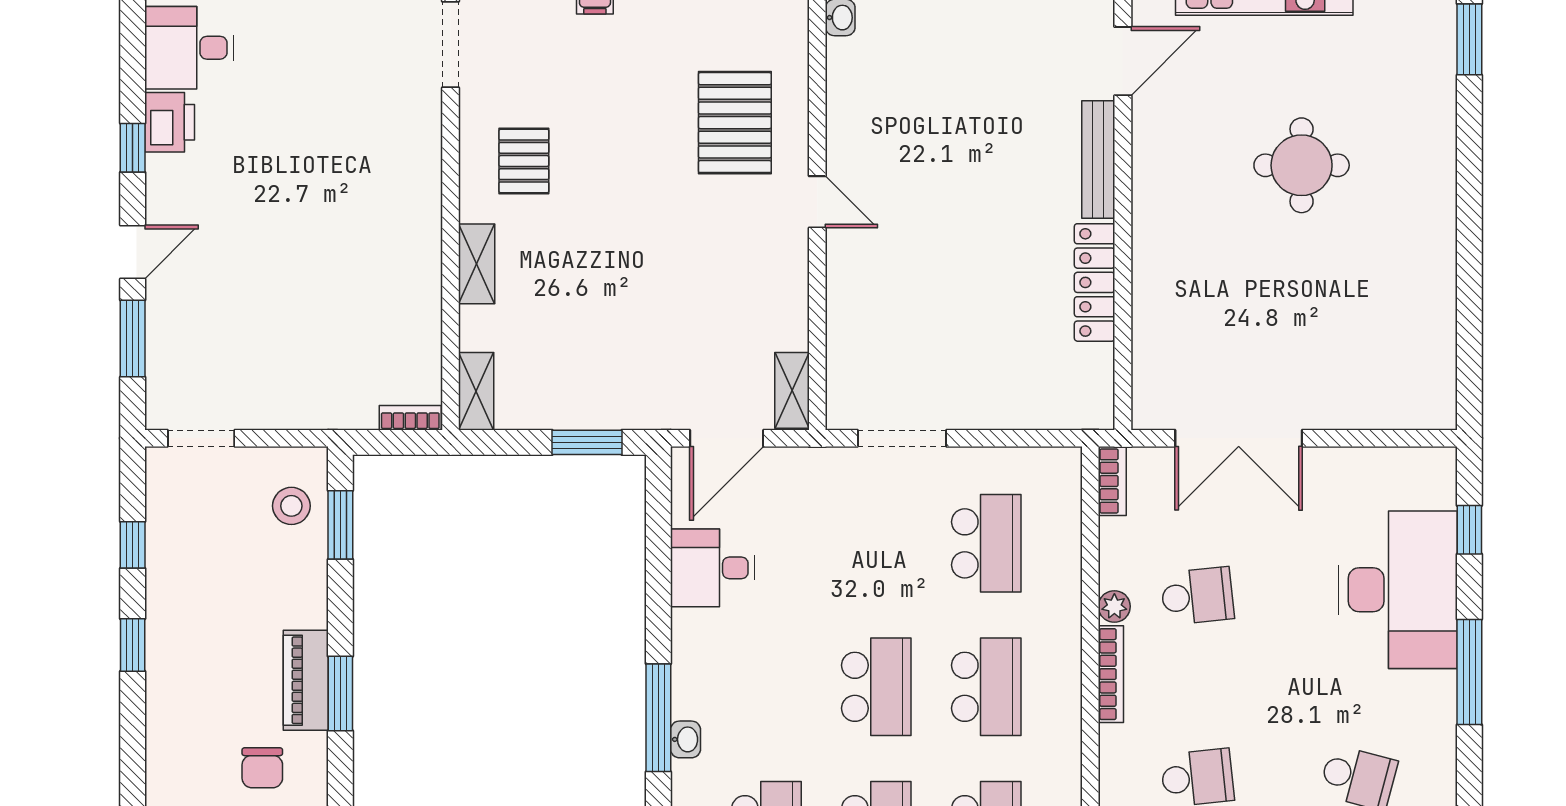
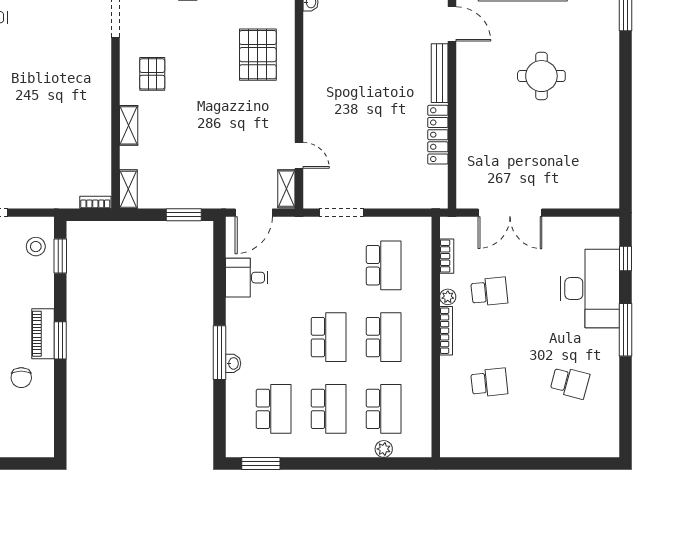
door: (1123, 61) -> (452, 24), hinge flipped
door: (817, 202) -> (299, 155), moved
bookcase: (1112, 481) -> (447, 256), moved

